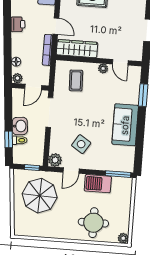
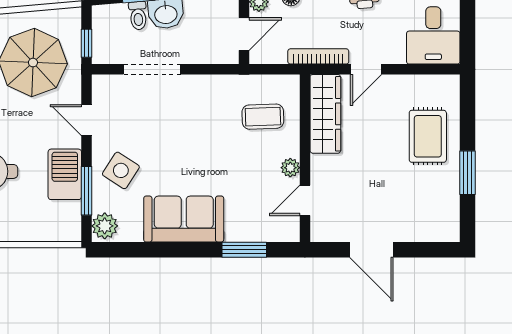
door: (33, 87) -> (244, 34), swing flipped
doorway: (49, 112) -> (152, 69), moved
side table: (81, 144) -> (121, 170), moved
plant: (55, 160) -> (105, 226), moved
window: (118, 174) -> (86, 191), moved

